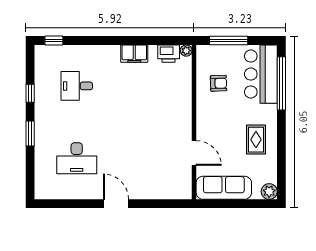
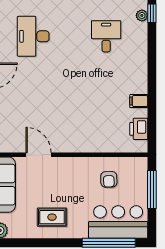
plant: (186, 51) -> (142, 15), moved
filing cabinet: (134, 54) -> (139, 101), width x0.50
door: (194, 153) -> (39, 155), swing flipped

